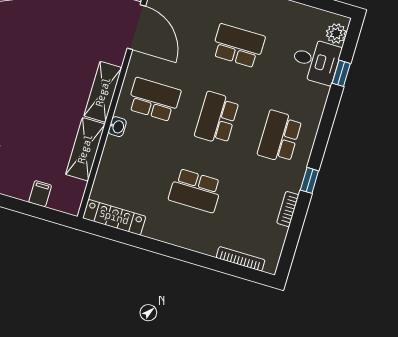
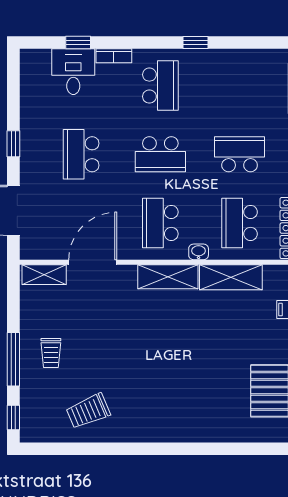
plant: (336, 34) -> (40, 59), removed
school desk: (280, 137) -> (160, 86), turned -90
school desk: (133, 172) -> (240, 223), added
school desk: (195, 191) -> (240, 154), turned -90
bookcase: (288, 209) -> (114, 56), moved

